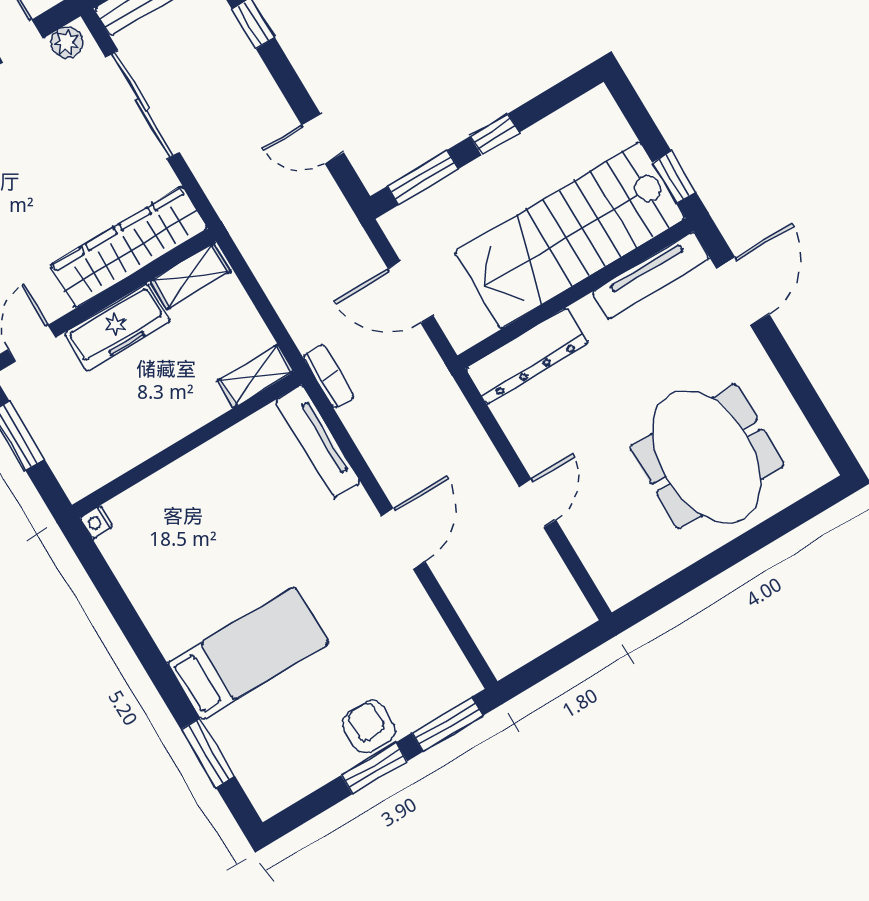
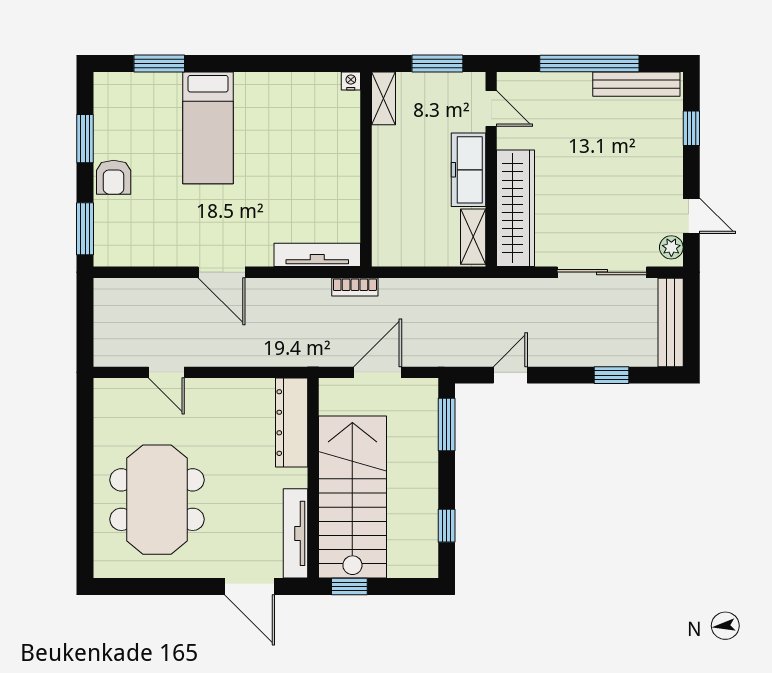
window: (495, 134) -> (447, 526), moved
shelving: (256, 376) -> (383, 98), moved
meeting table: (707, 456) -> (157, 500), turned 90
door: (537, 503) -> (166, 372), moved
armchair: (369, 727) -> (114, 177), turned 90
window: (374, 768) -> (85, 139), moved

